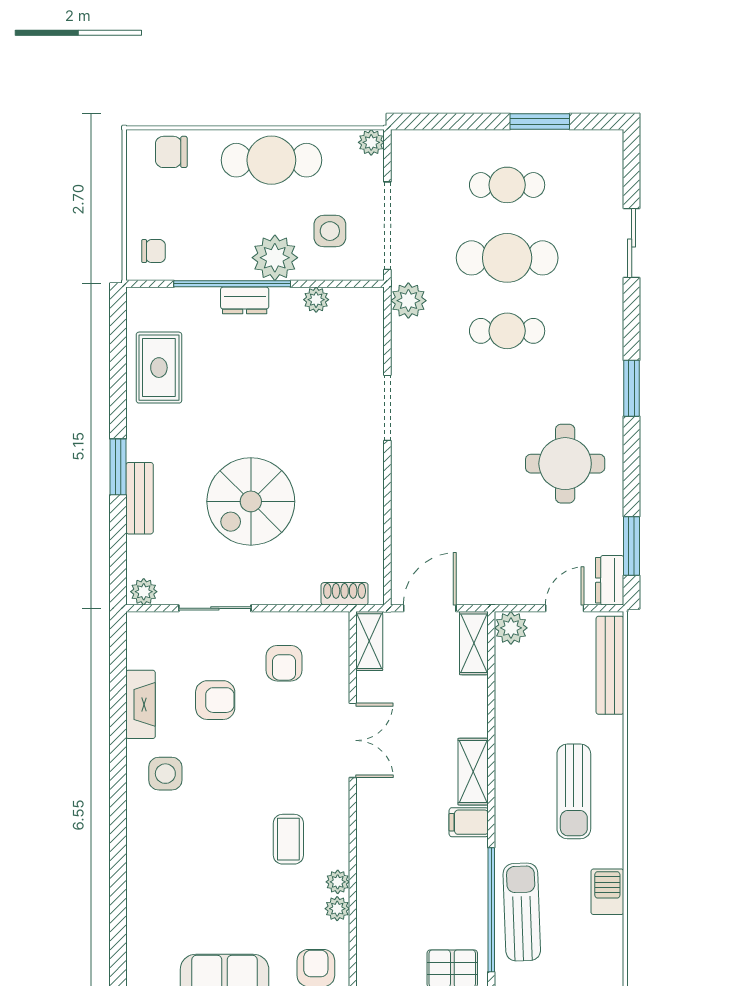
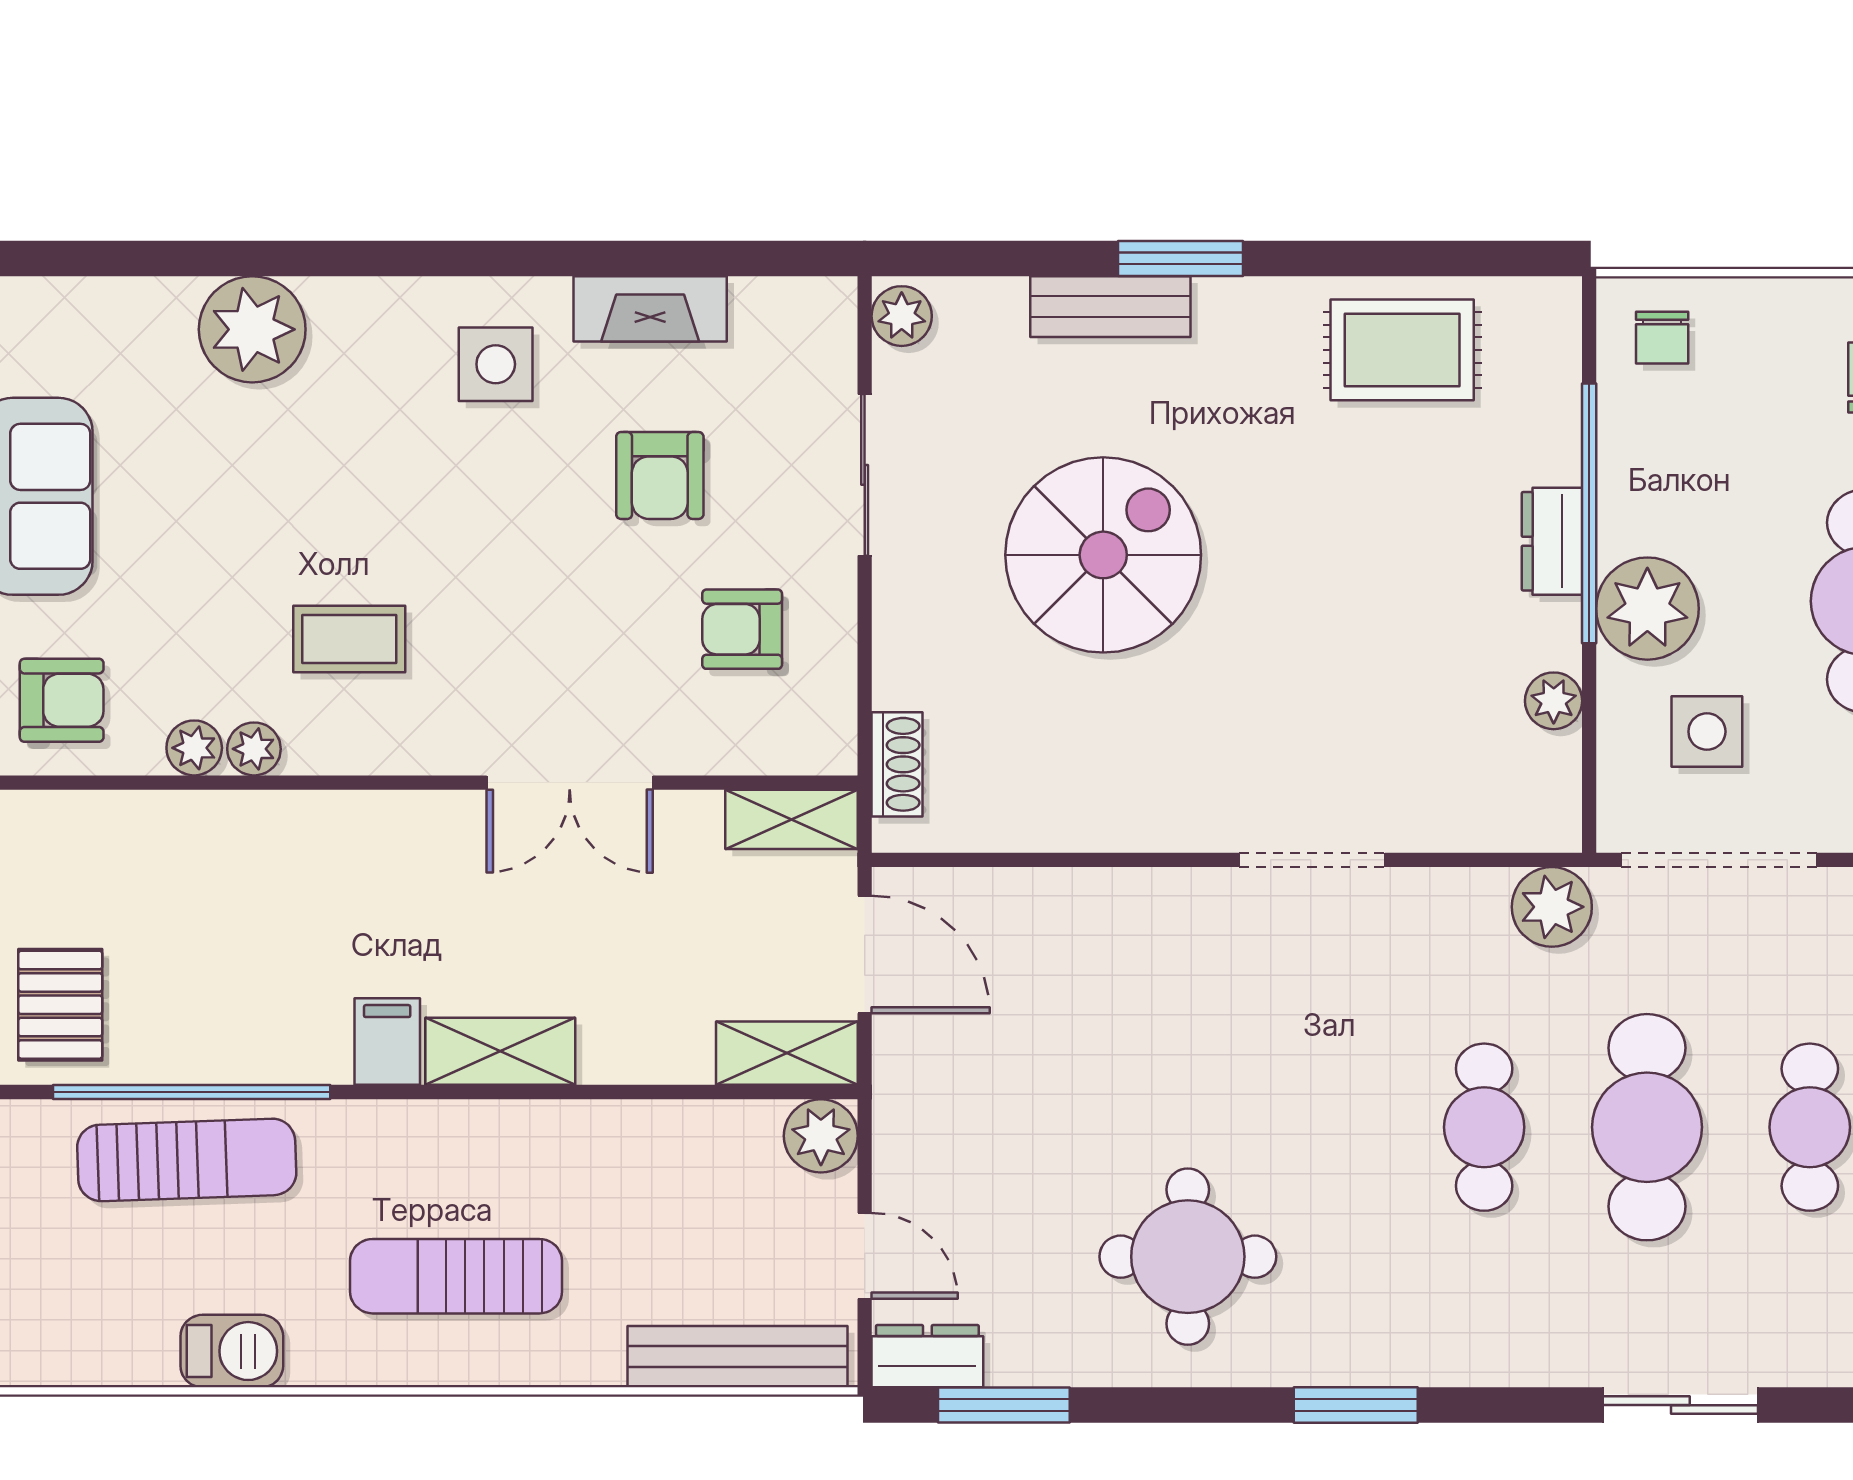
spiral stairs: (251, 501) -> (1103, 555), turned 90
plant: (150, 883) -> (252, 329), added

